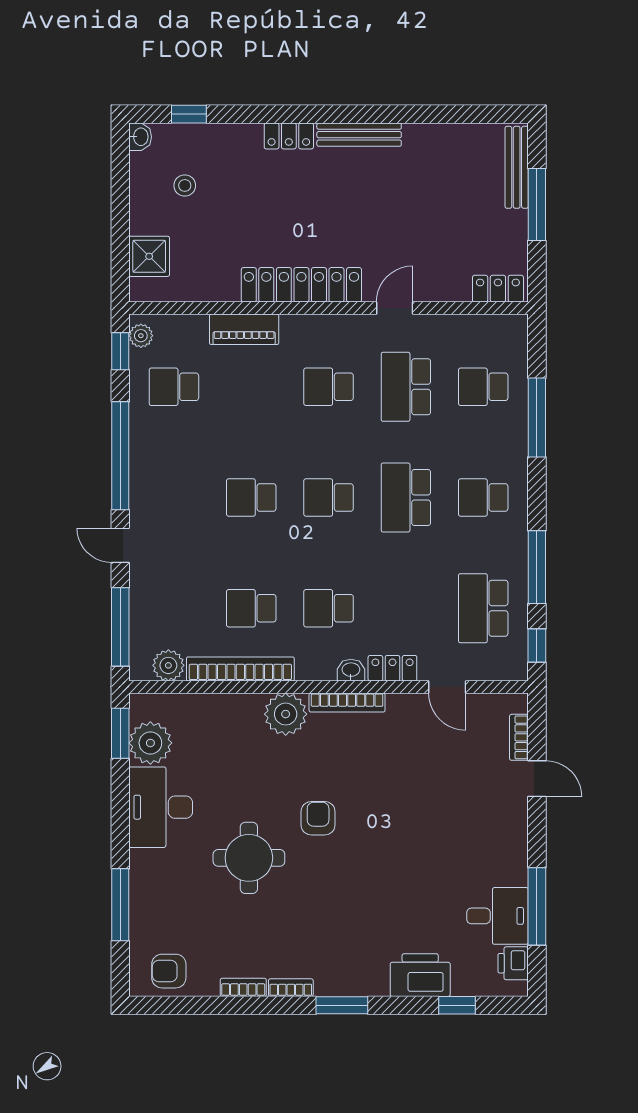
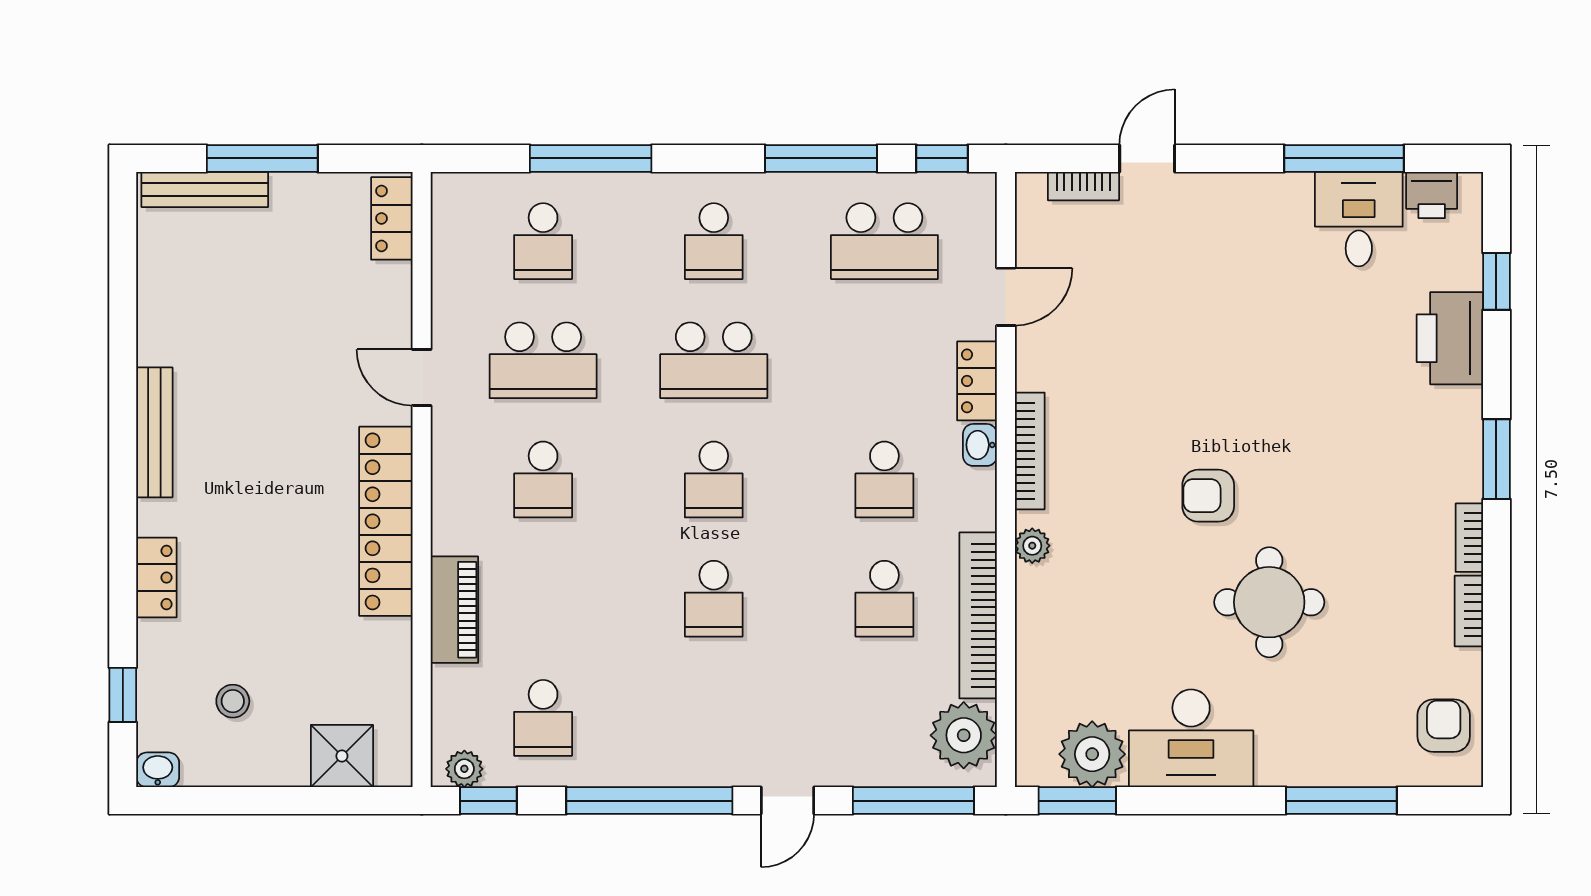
locker: (289, 136) -> (156, 578), moved
plant: (168, 665) -> (964, 735), width x1.36, depth x1.36
plant: (286, 714) -> (1032, 546), width x0.53, depth x0.53
armchair: (169, 971) -> (1444, 726), turned 180

